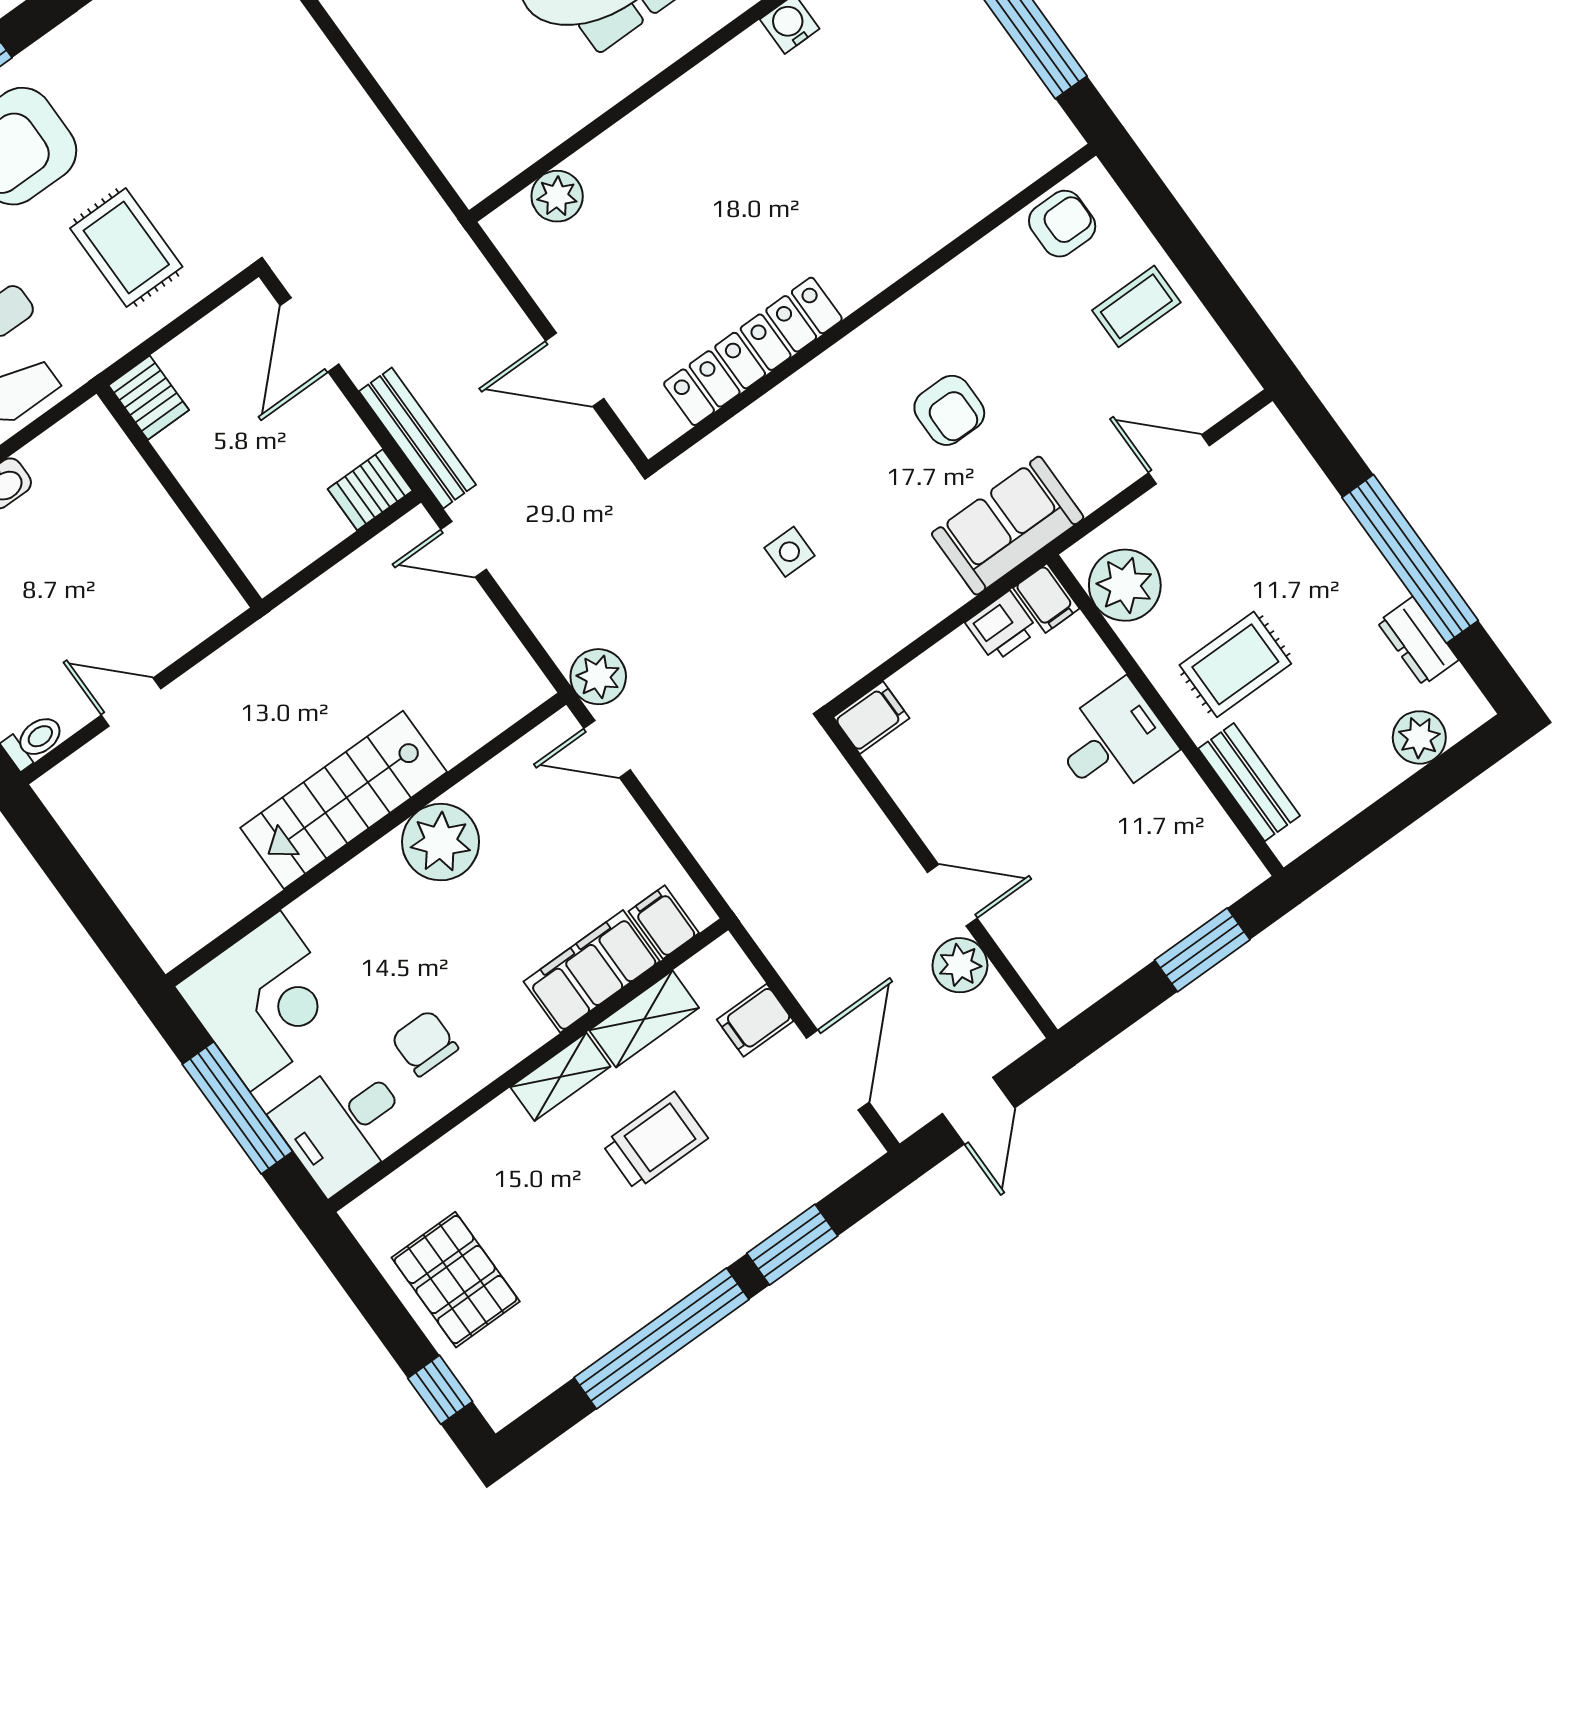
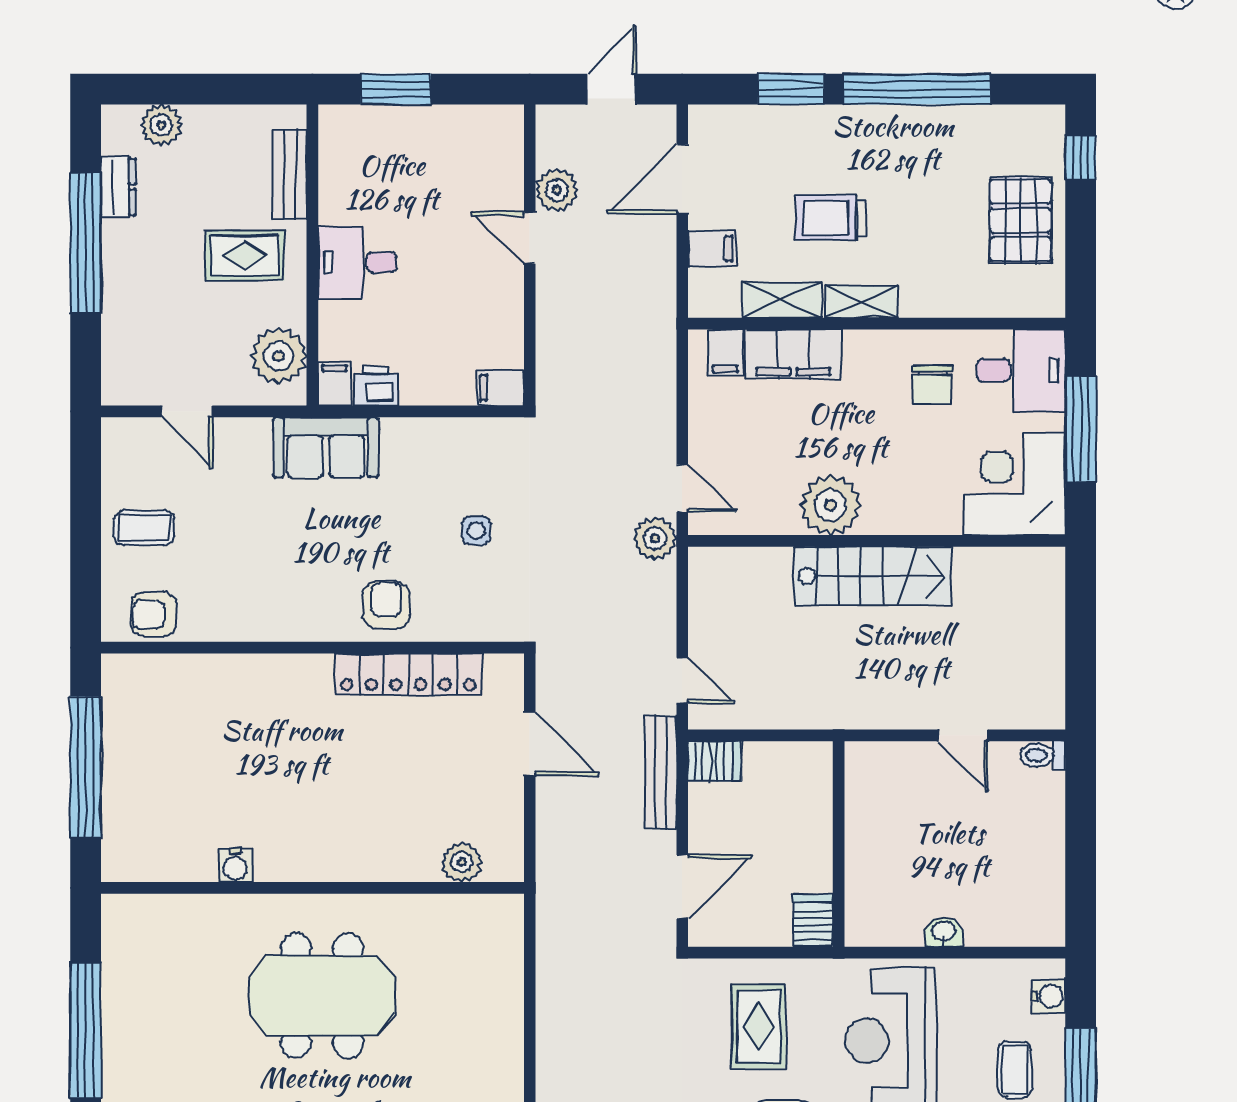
armchair: (949, 410) -> (386, 605), moved

